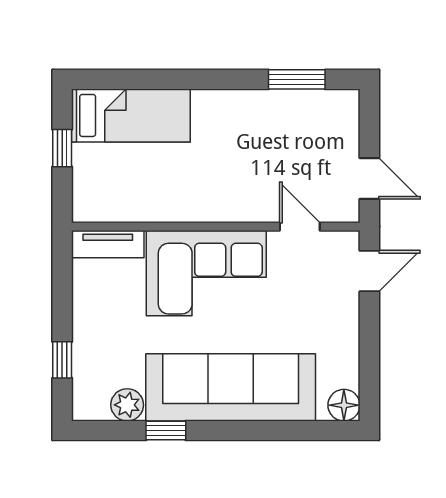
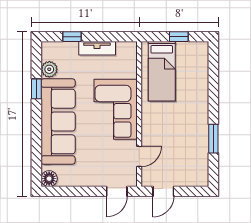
window: (297, 79) -> (213, 139), moved
bed: (131, 115) -> (162, 71), moved
tv unit: (108, 244) -> (97, 48), moved, turned -90
door: (369, 271) -> (117, 191), hinge flipped

